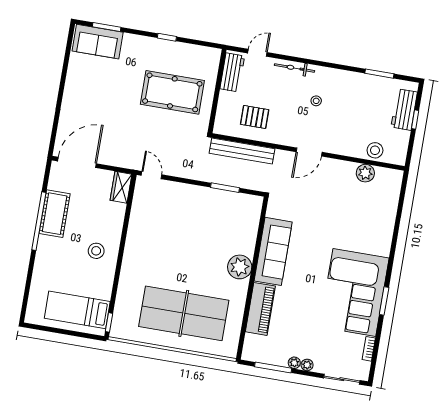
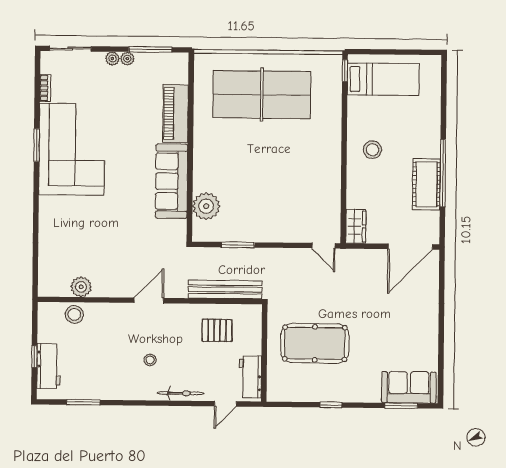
plant: (240, 267) -> (206, 206), moved

